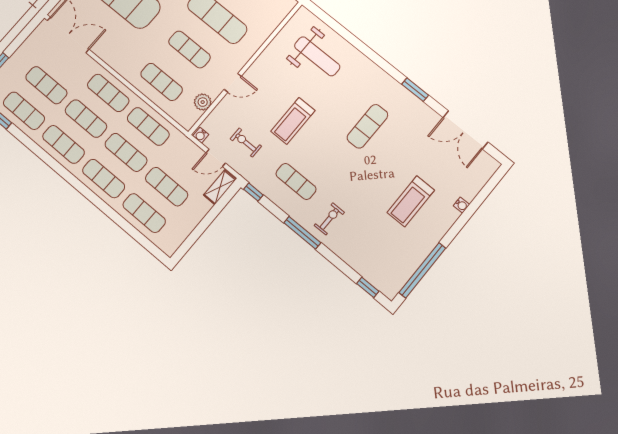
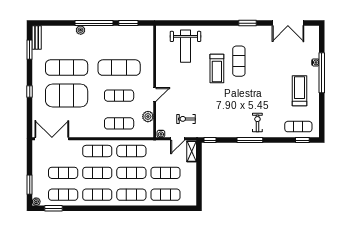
weight bench: (317, 56) -> (185, 46), turned 90
treadmill: (293, 121) -> (217, 69), moved
exercise mat: (296, 181) -> (298, 127), moved
treadmill: (411, 201) -> (300, 91), moved, turned 180
window: (422, 270) -> (322, 73), moved

